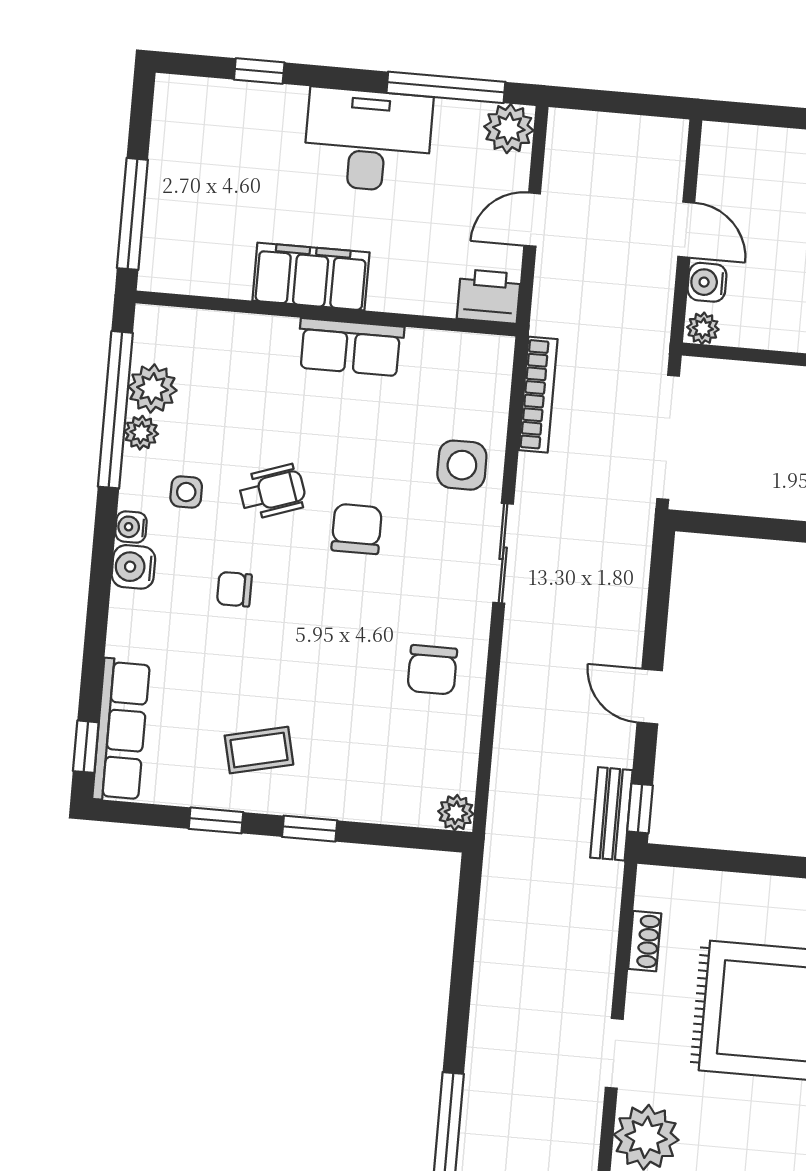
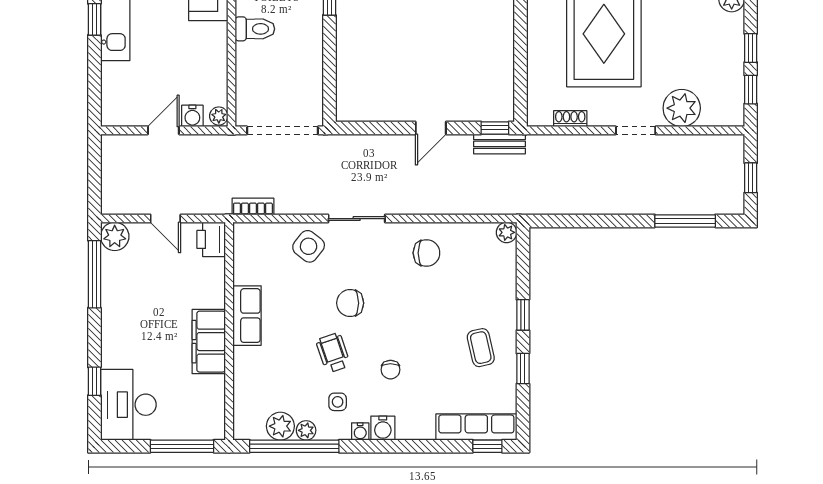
desk: (368, 140) -> (128, 405), moved
bookcase: (538, 395) -> (253, 207), width x0.64
side table: (462, 465) -> (309, 246), turned 38

